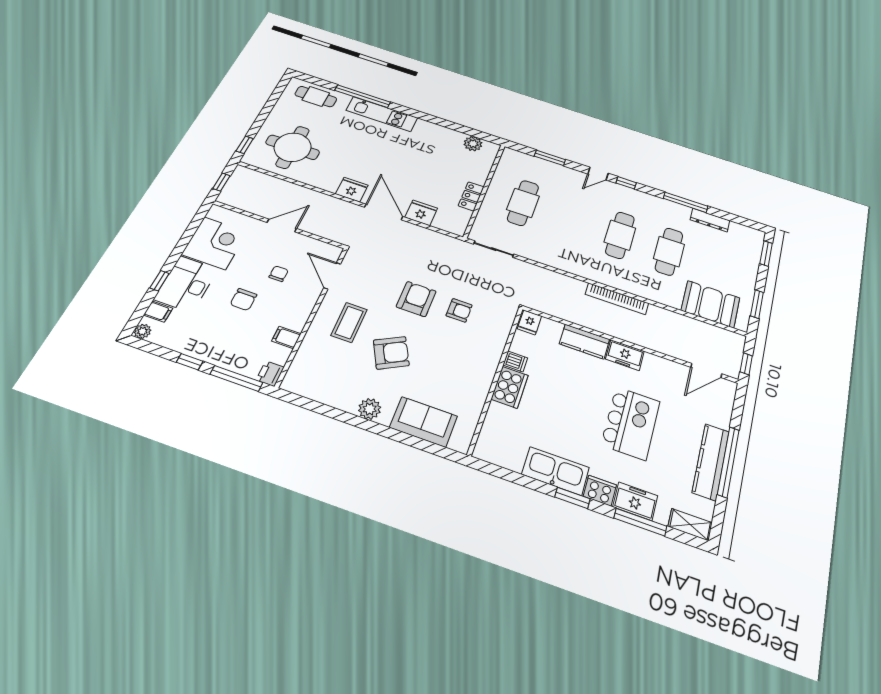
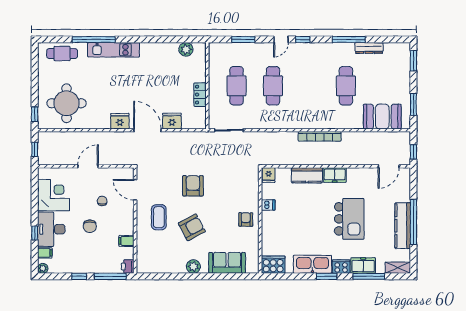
cafe table: (620, 235) -> (273, 86), moved
armchair: (459, 310) -> (246, 219), moved, turned -90
cooker: (510, 387) -> (273, 265), moved, turned -90

